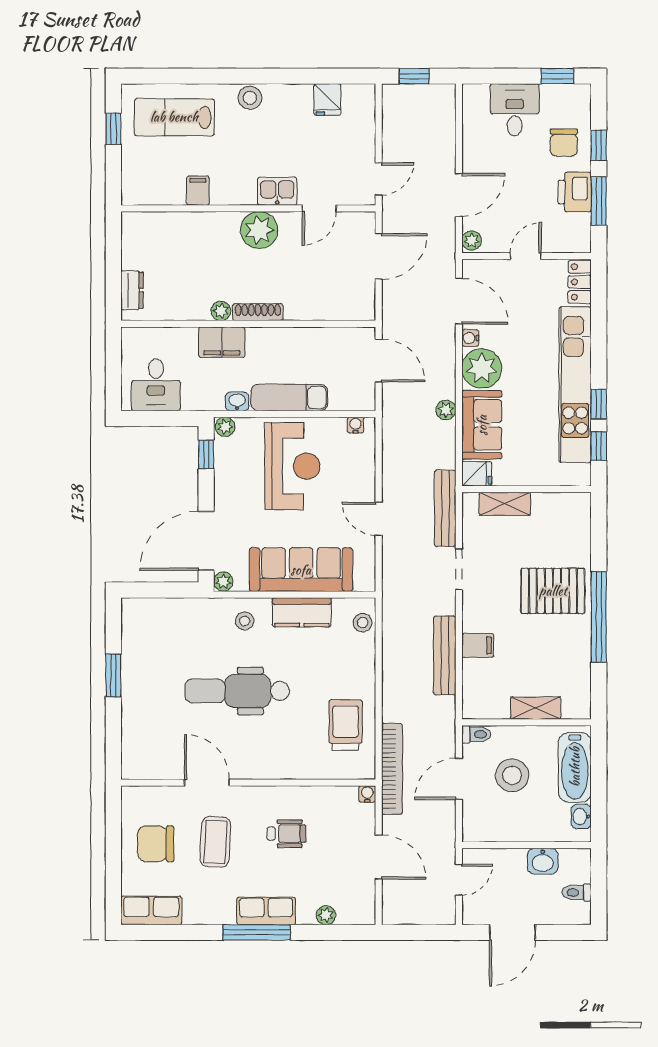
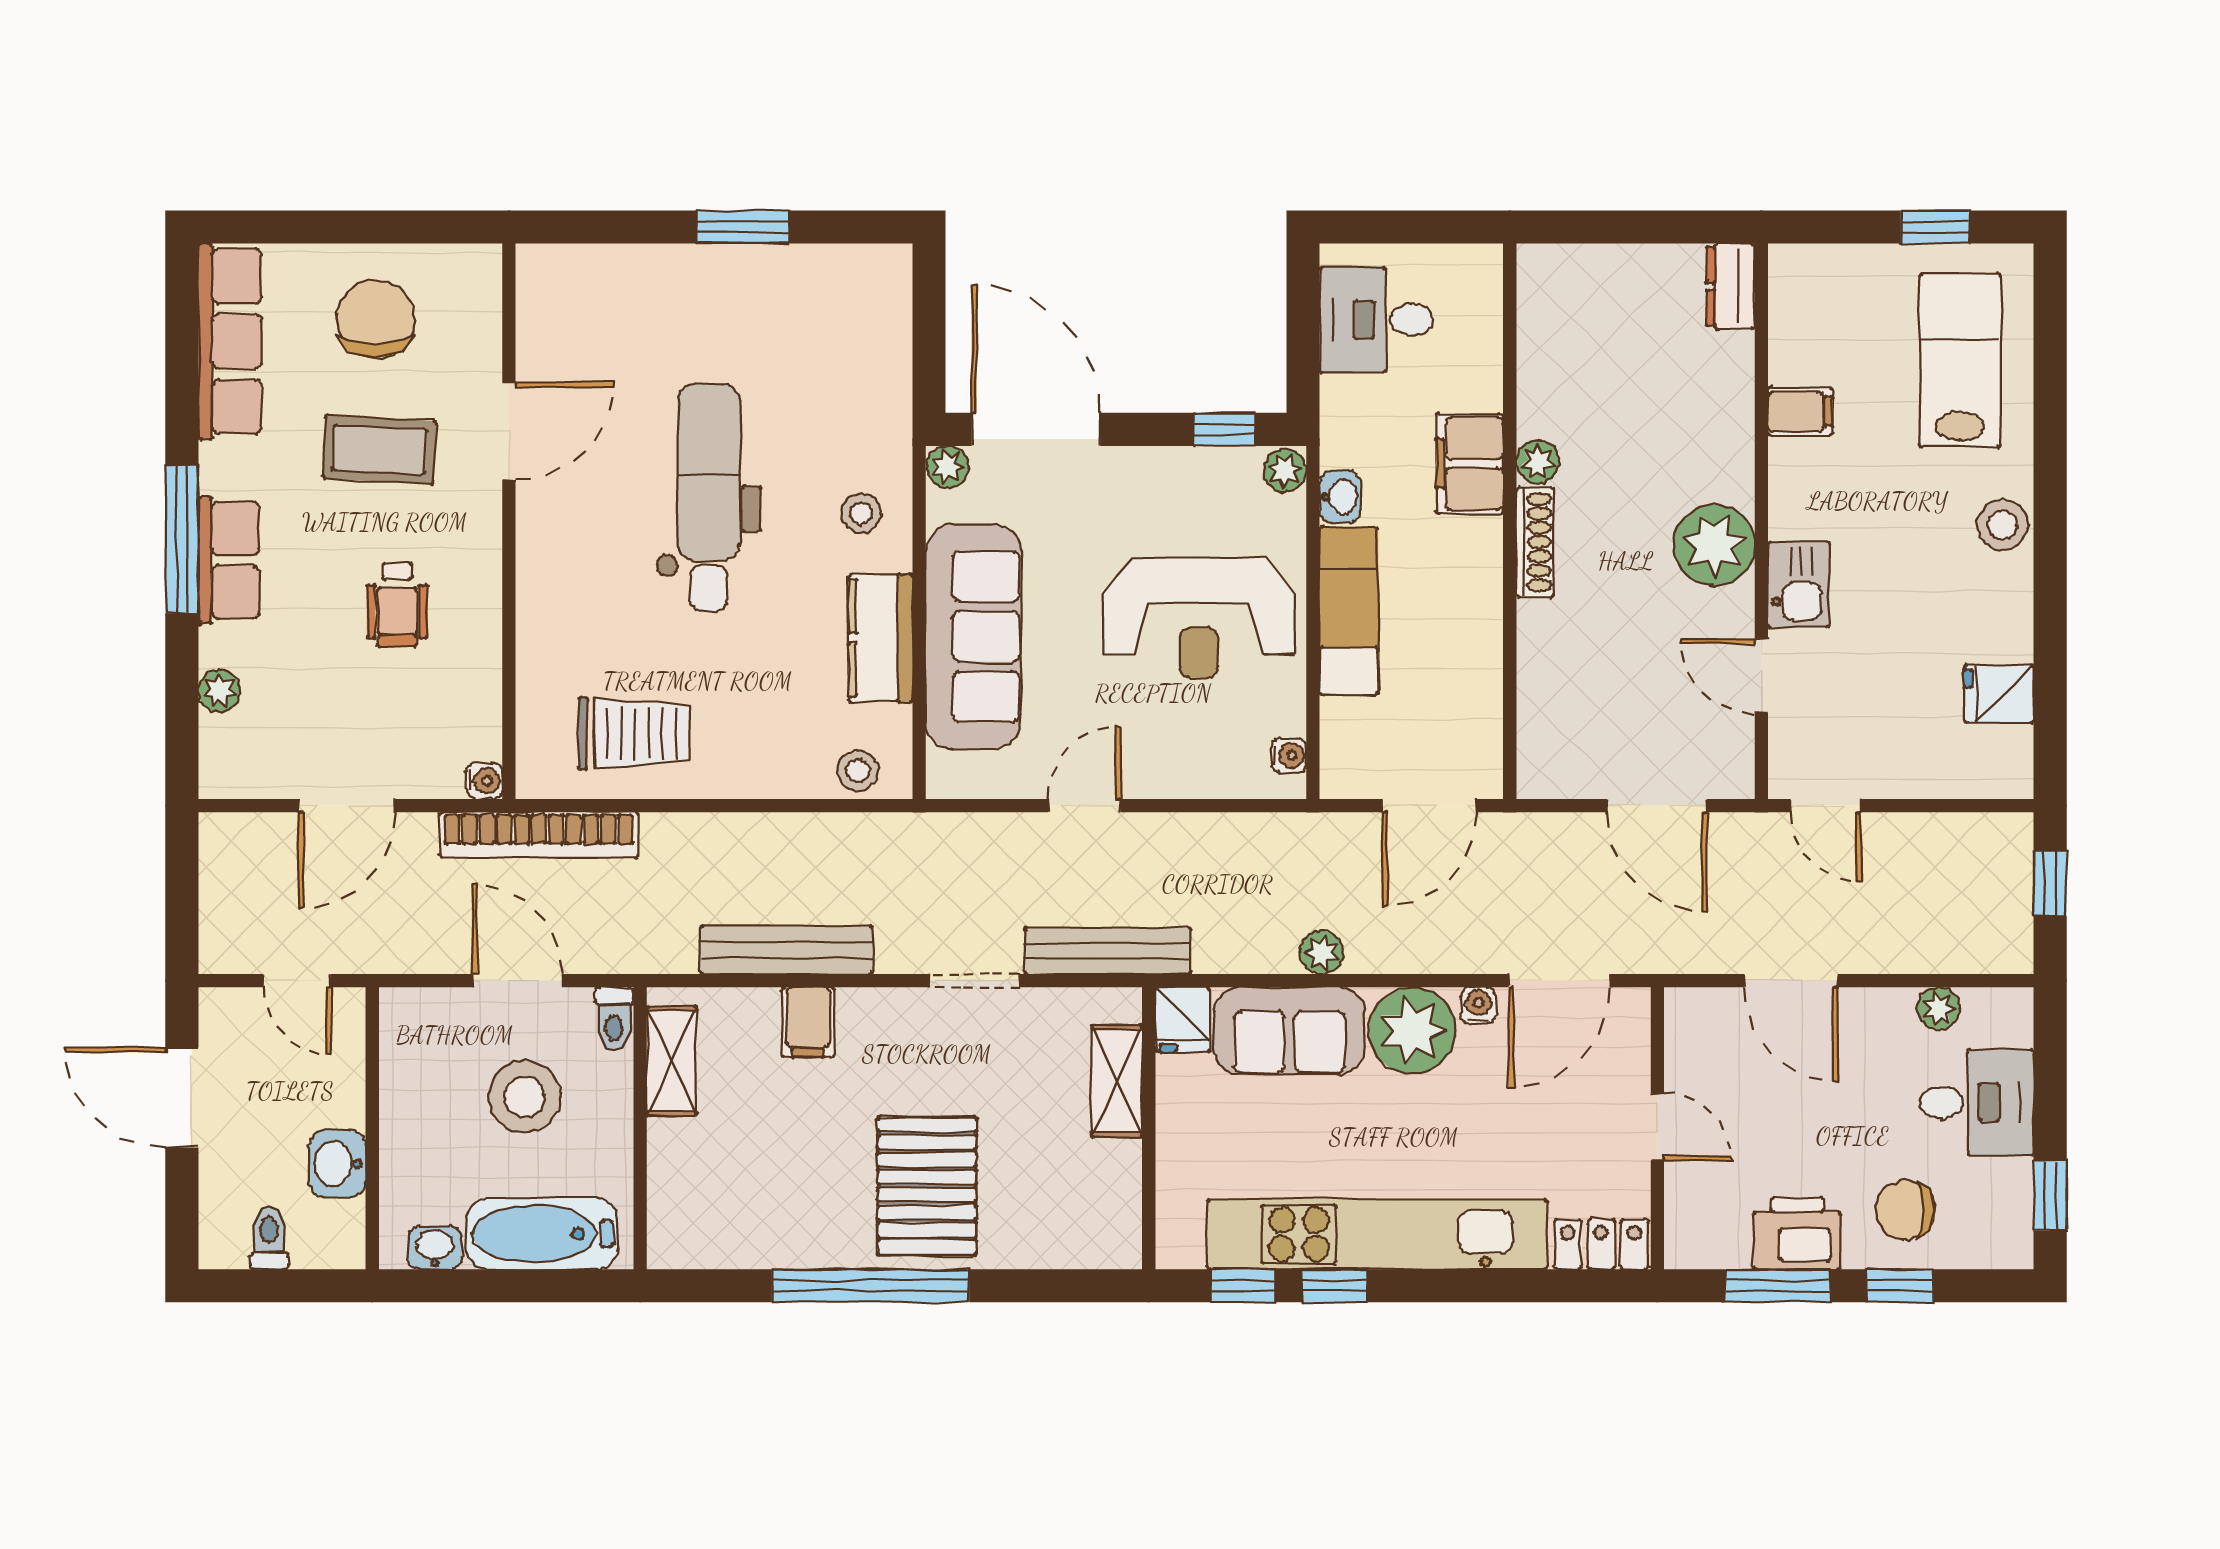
plant: (472, 240) -> (1939, 1008), moved
dresser: (132, 290) -> (1731, 286), moved, turned 90
shelving: (536, 708) -> (671, 1061), moved
row of seats: (151, 910) -> (230, 341), width x1.48

